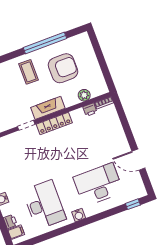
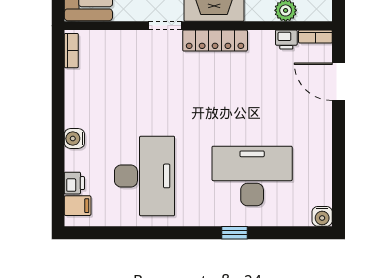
door: (138, 160) -> (339, 82), moved
window: (133, 204) -> (235, 233), moved
water cooler: (79, 215) -> (322, 216), moved

